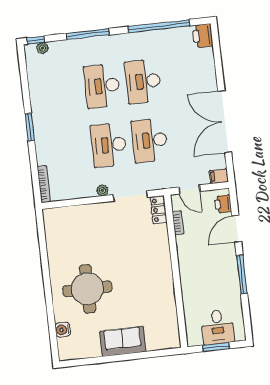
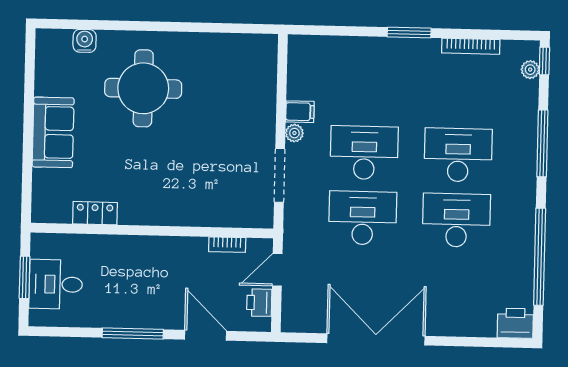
filing cabinet: (219, 176) -> (300, 112), moved, turned 90
bookcase: (44, 184) -> (471, 46), moved
printer: (223, 204) -> (259, 303), moved, turned -90
locker: (159, 210) -> (95, 213), moved

